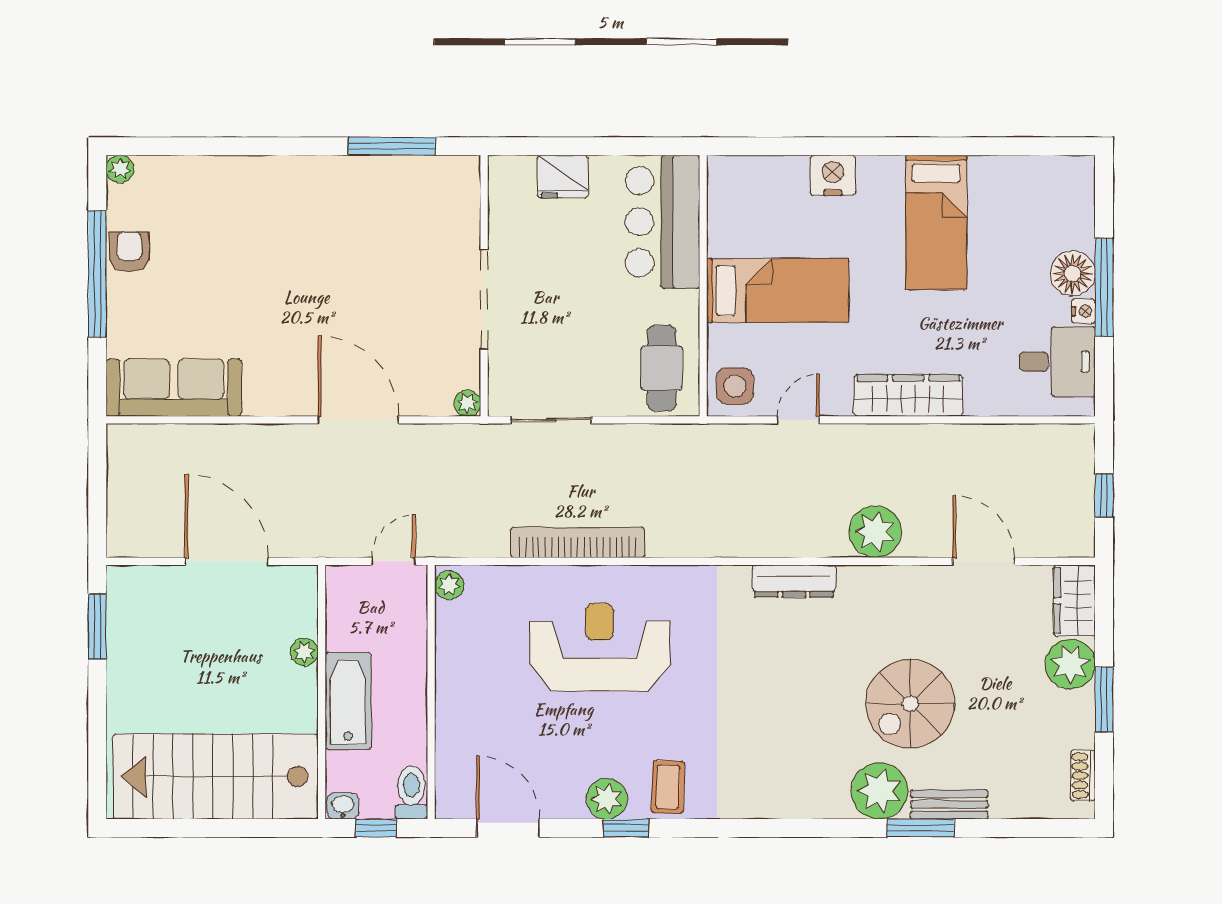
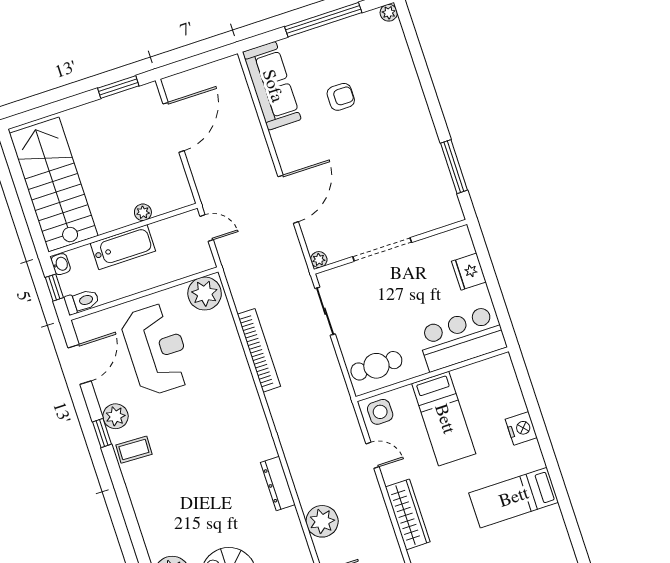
armchair: (129, 252) -> (341, 97), moved
door: (227, 561) -> (174, 127), moved
door: (394, 561) -> (207, 228), moved
plant: (449, 585) -> (205, 293), width x1.88, depth x1.88
reception desk: (600, 647) -> (157, 349), moved

